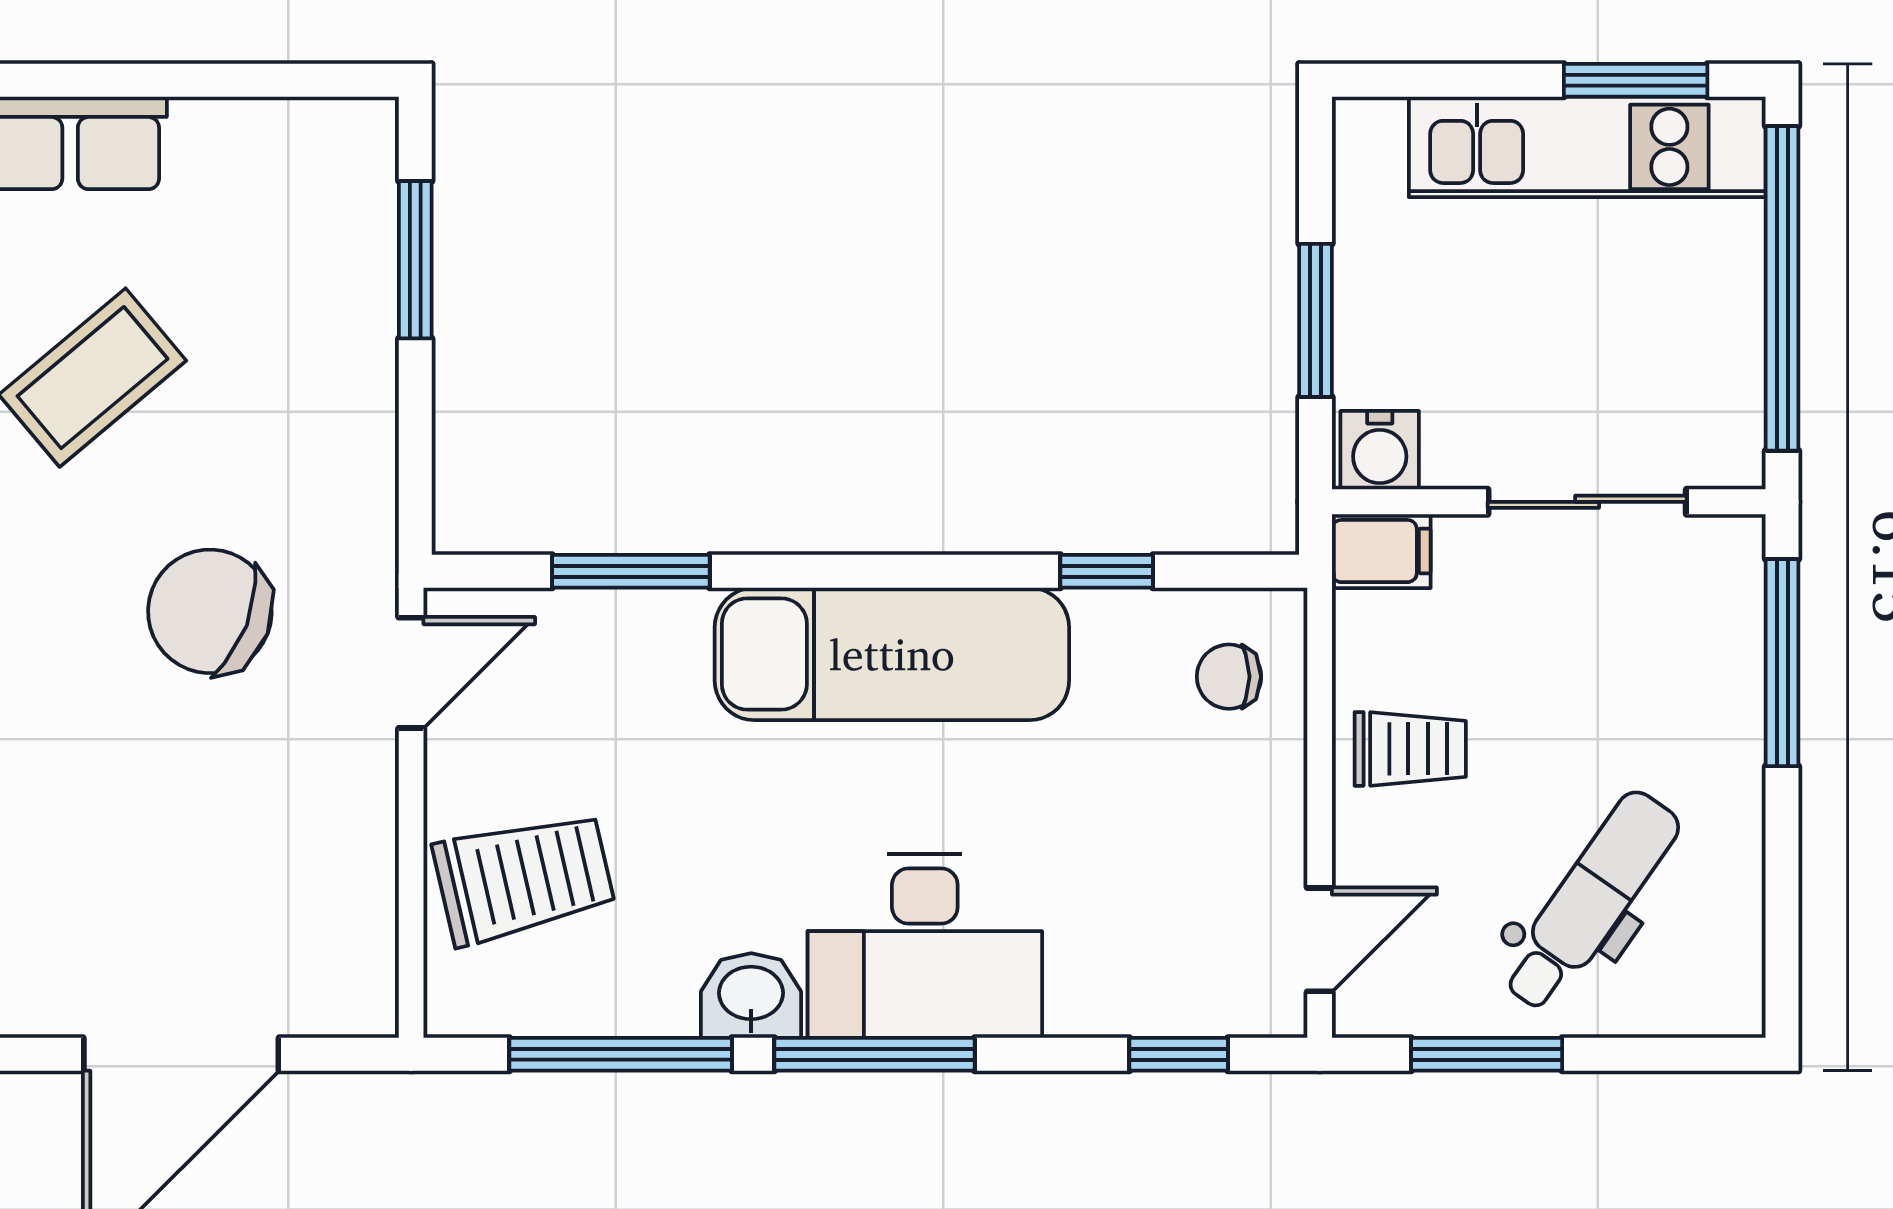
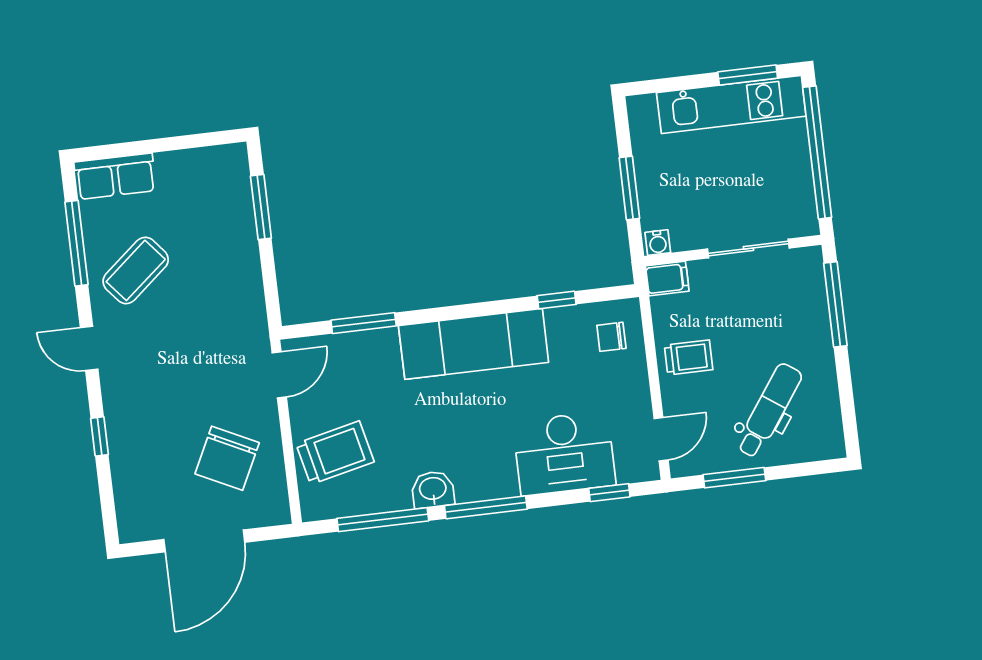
water cooler: (1380, 450) -> (658, 243), width x0.72, depth x0.72
chair: (210, 611) -> (227, 458), moved, turned -85
desk: (925, 946) -> (564, 453), moved

